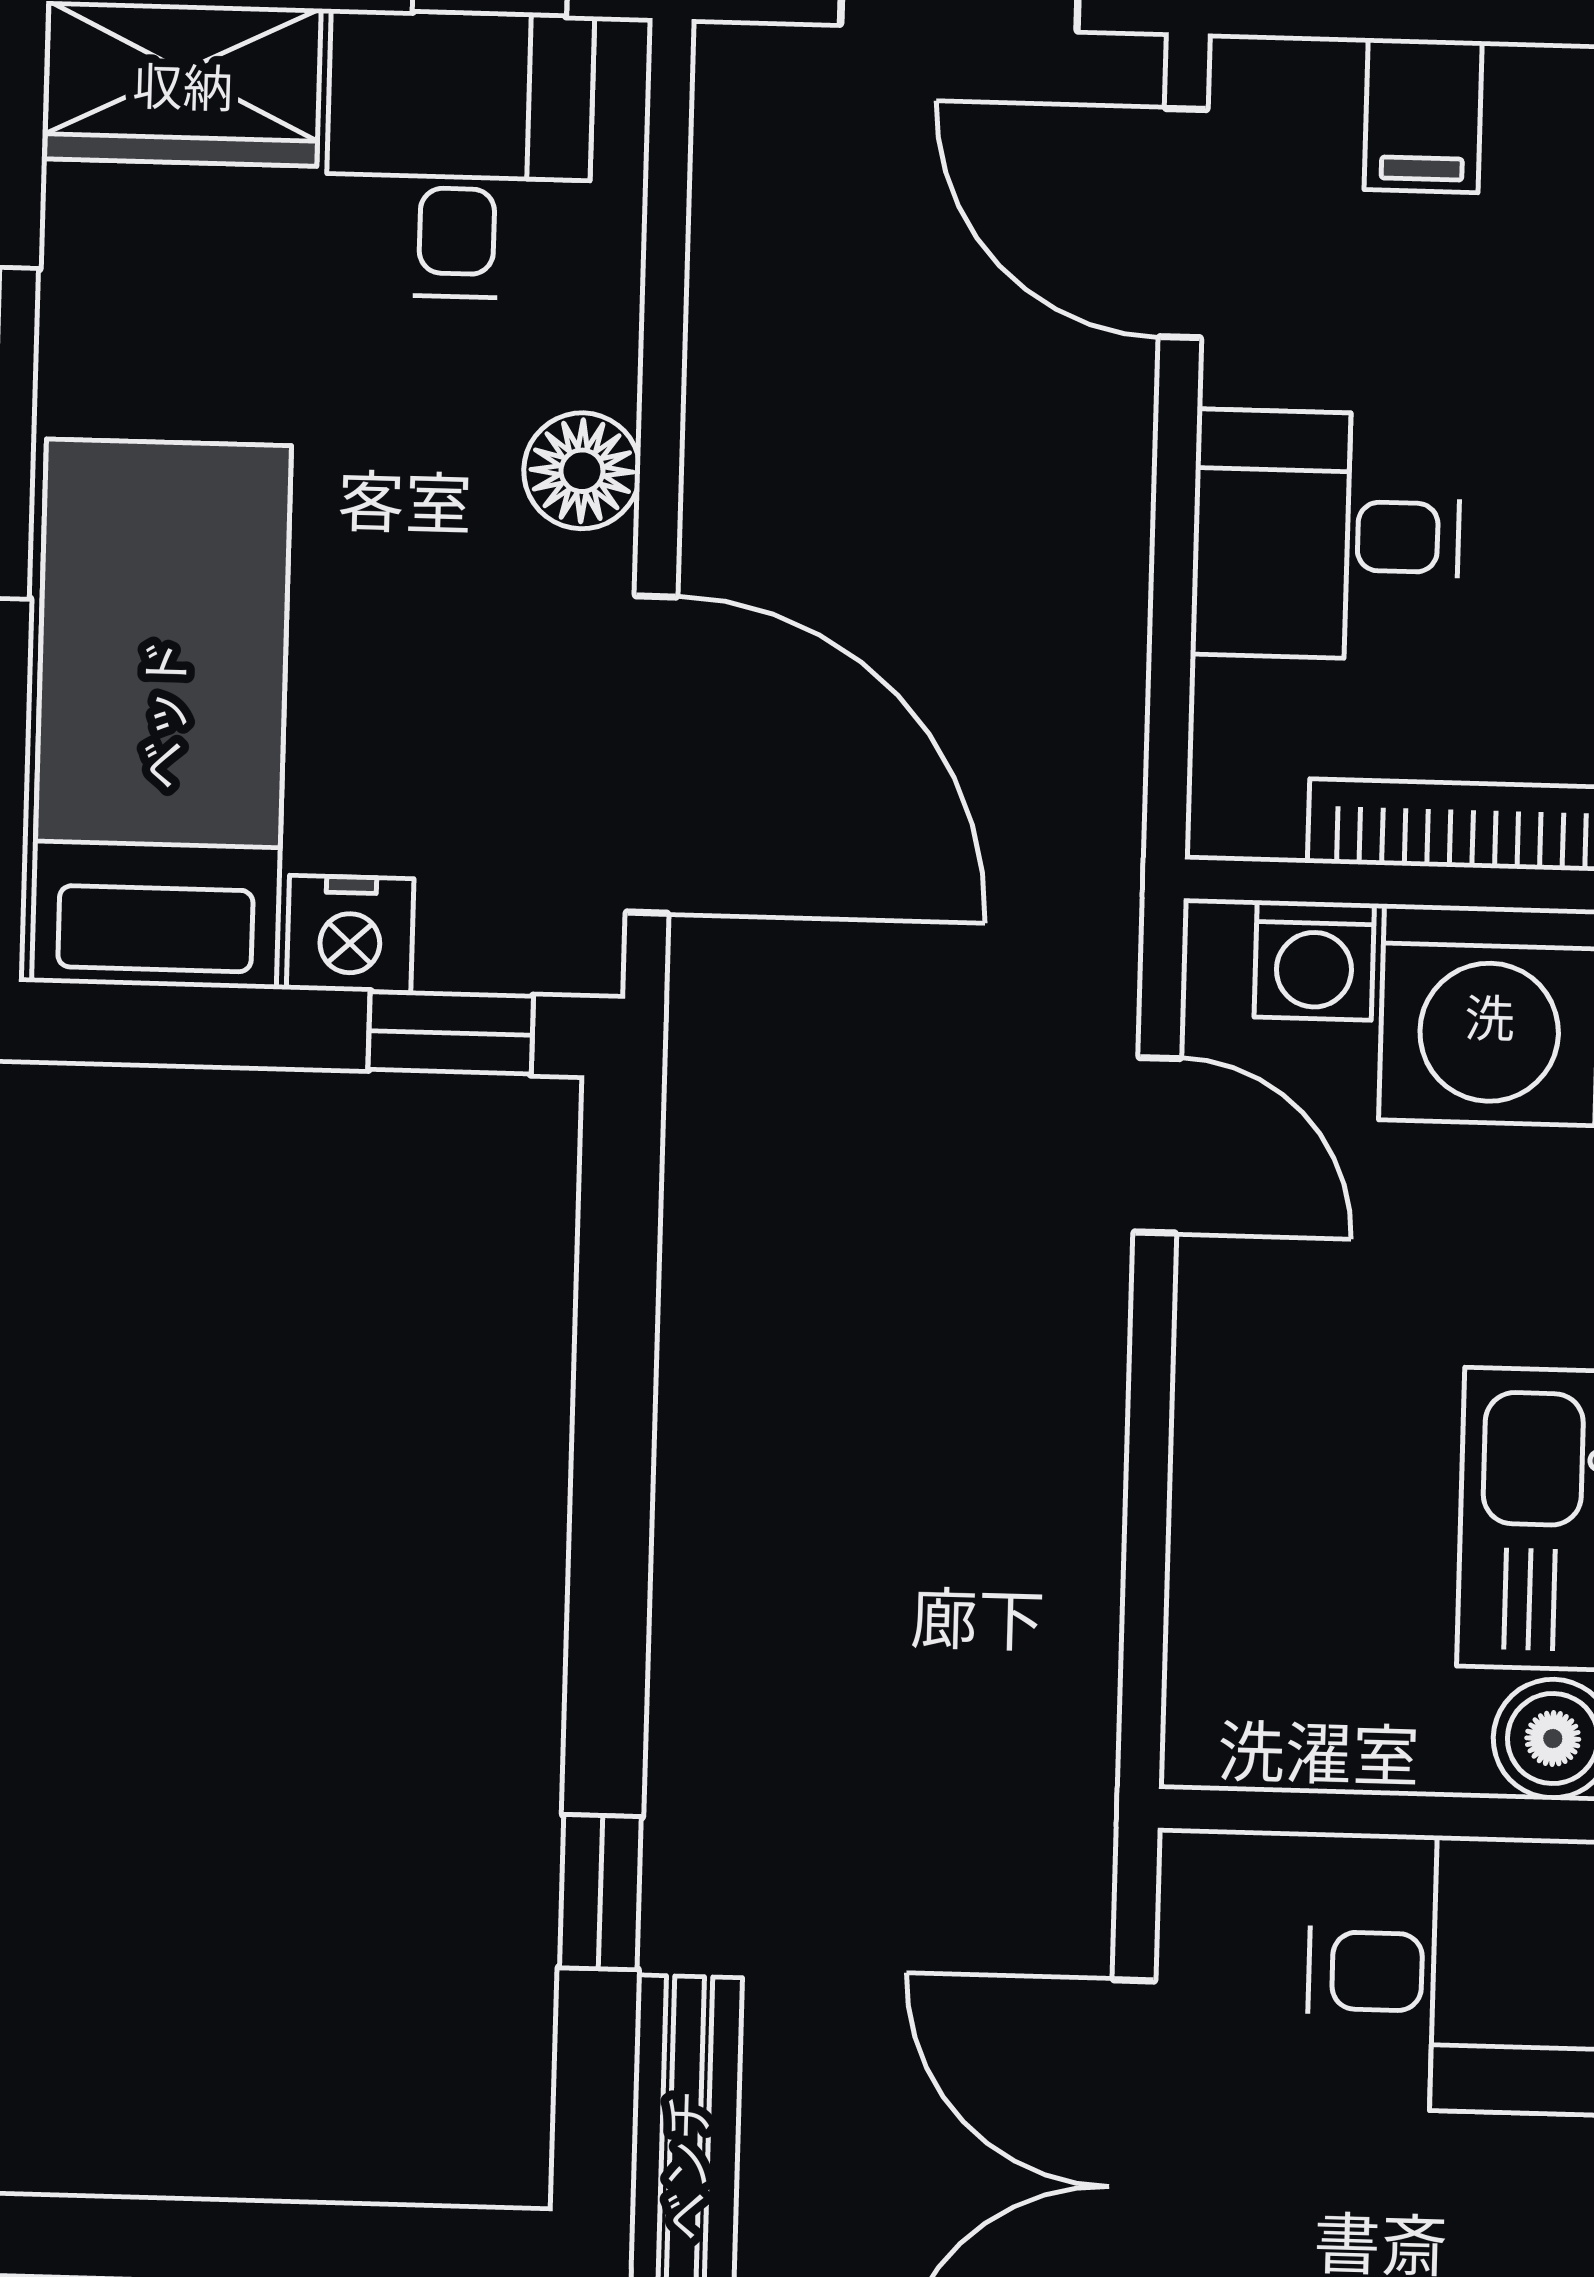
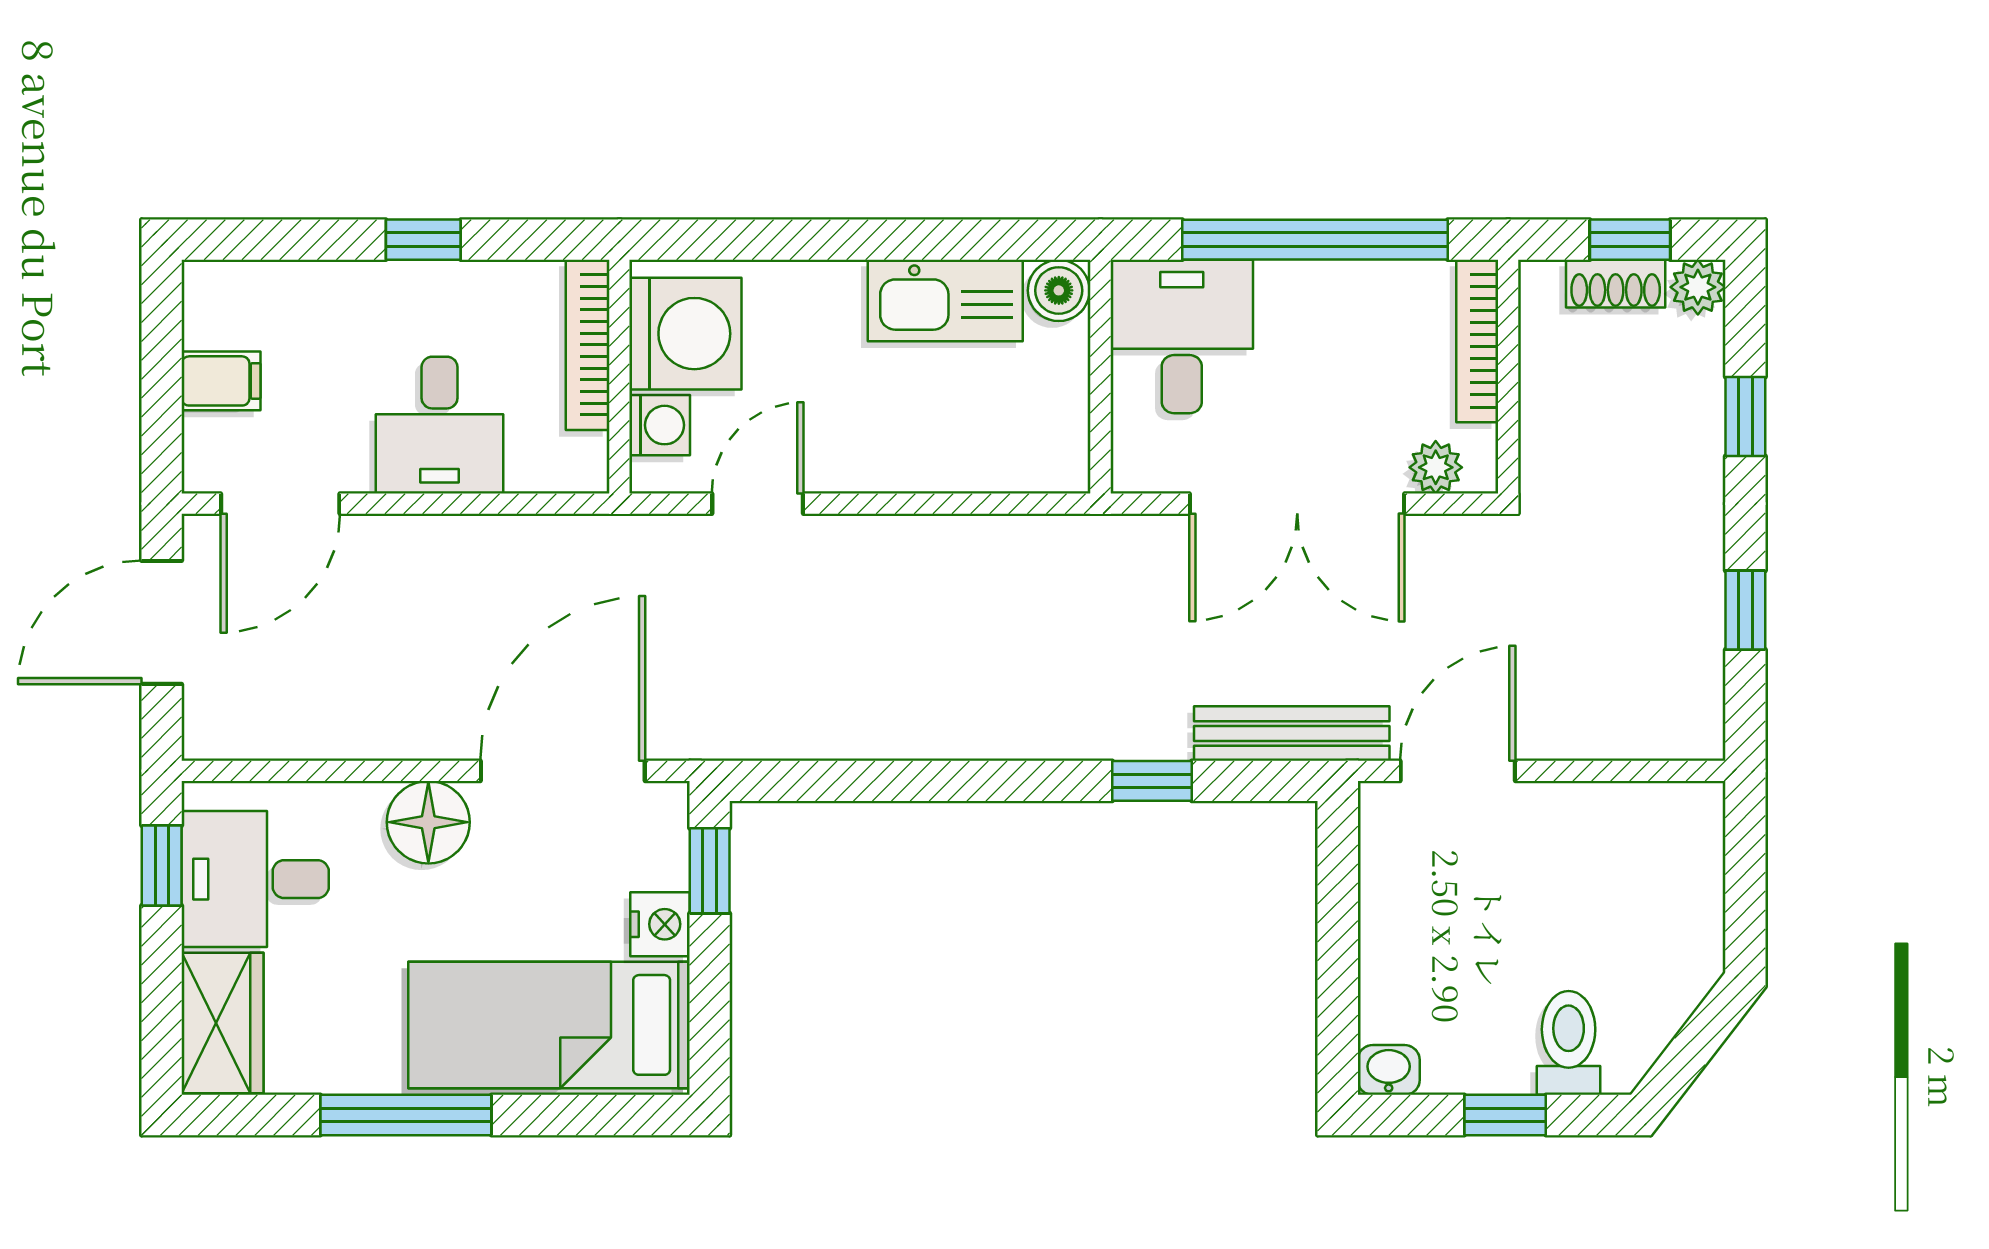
floor lamp: (582, 471) -> (428, 822), width x1.38, depth x1.38

